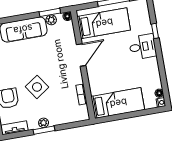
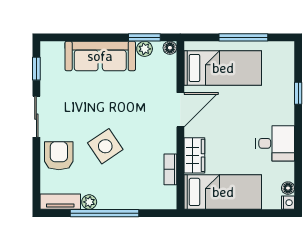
desk: (143, 47) -> (275, 143), moved
wardrobe: (95, 83) -> (194, 155), added
plant: (44, 123) -> (89, 202), moved
window: (44, 130) -> (104, 213), width x2.11

